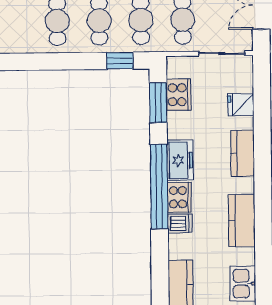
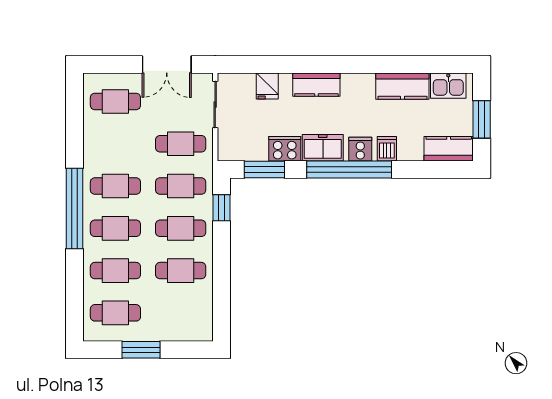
cooker: (179, 95) -> (285, 149), moved
cooker: (179, 197) -> (360, 149), width x0.73
kitchen counter: (242, 221) -> (402, 86), moved

